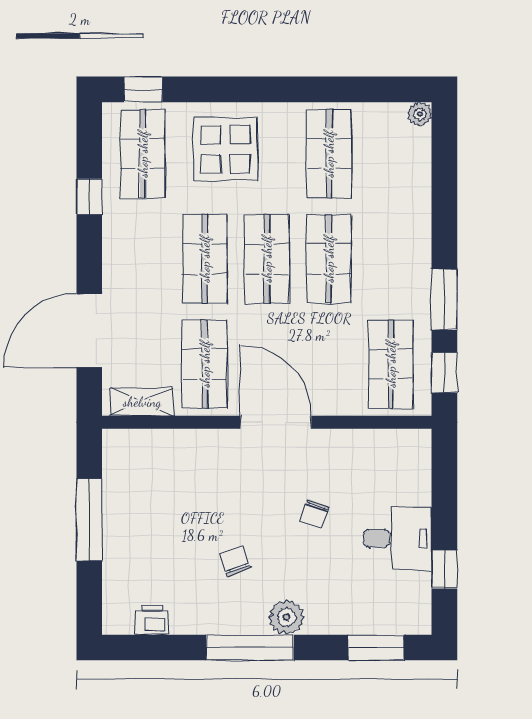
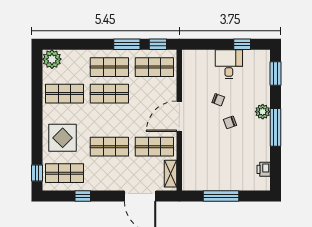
plant: (420, 114) -> (52, 59), width x1.87, depth x1.87
shop shelf: (267, 259) -> (109, 67), moved
chair: (235, 561) -> (230, 122), moved

